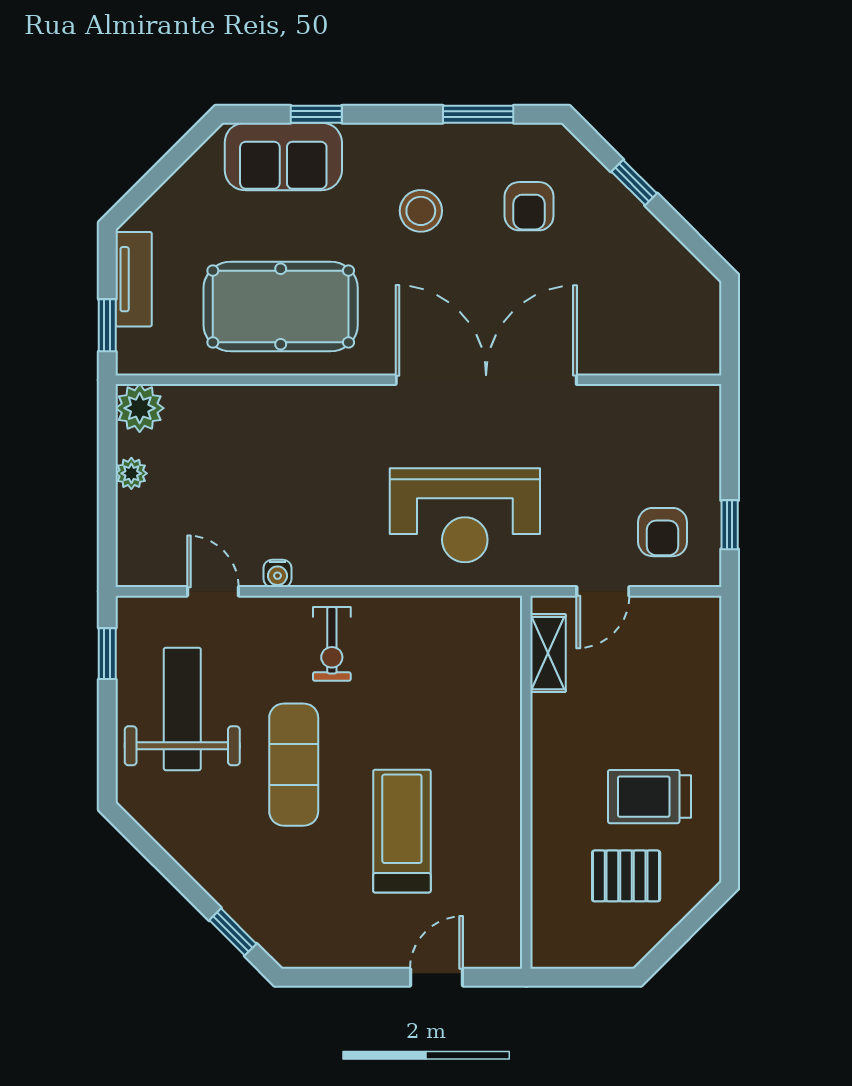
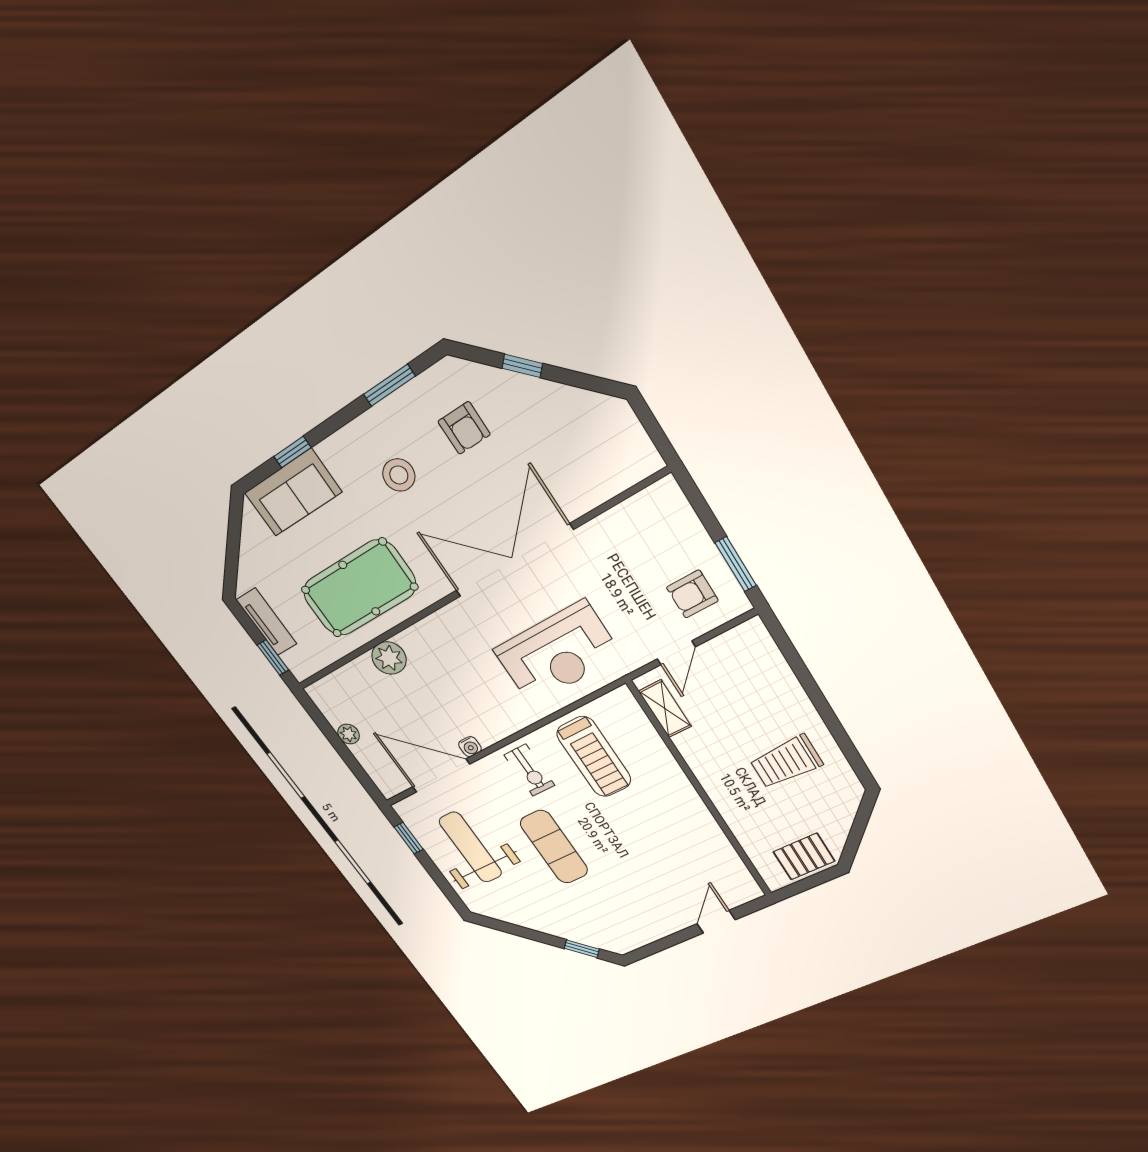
plant: (140, 408) -> (389, 658), moved
window: (730, 525) -> (736, 564), width x1.50
armchair: (663, 532) -> (692, 594), turned 90
door: (213, 591) -> (441, 776), width x1.88
treadmill: (402, 831) -> (594, 757), moved, turned 180
pallet: (626, 876) -> (804, 856), moved

